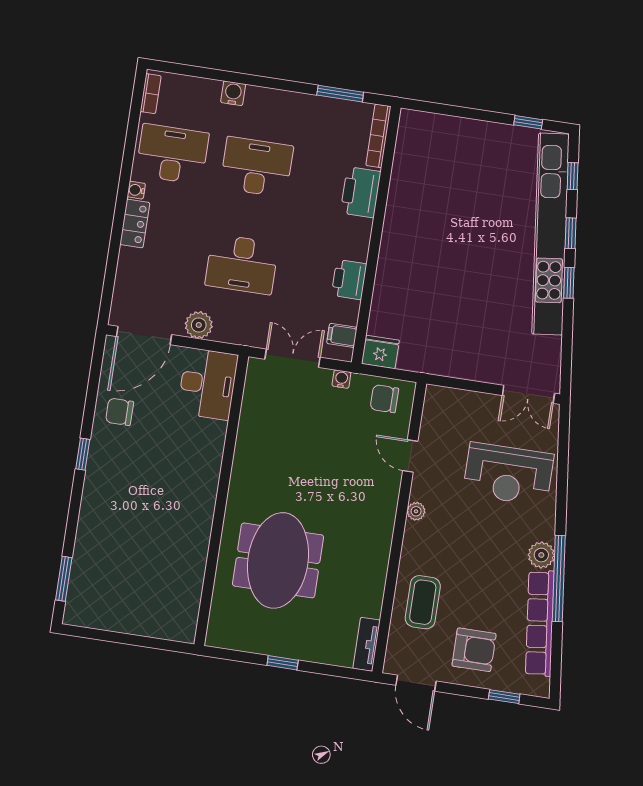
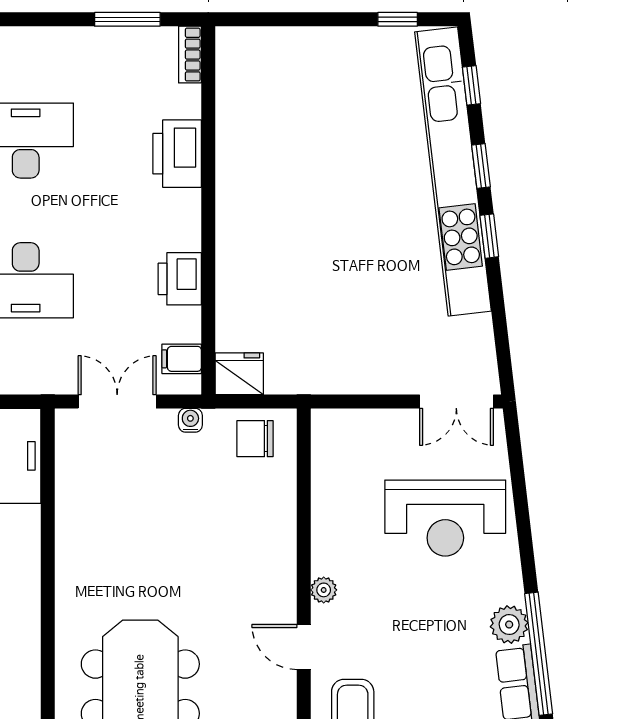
bookcase: (378, 136) -> (190, 55), width x0.64
door: (410, 456) -> (304, 647), moved

